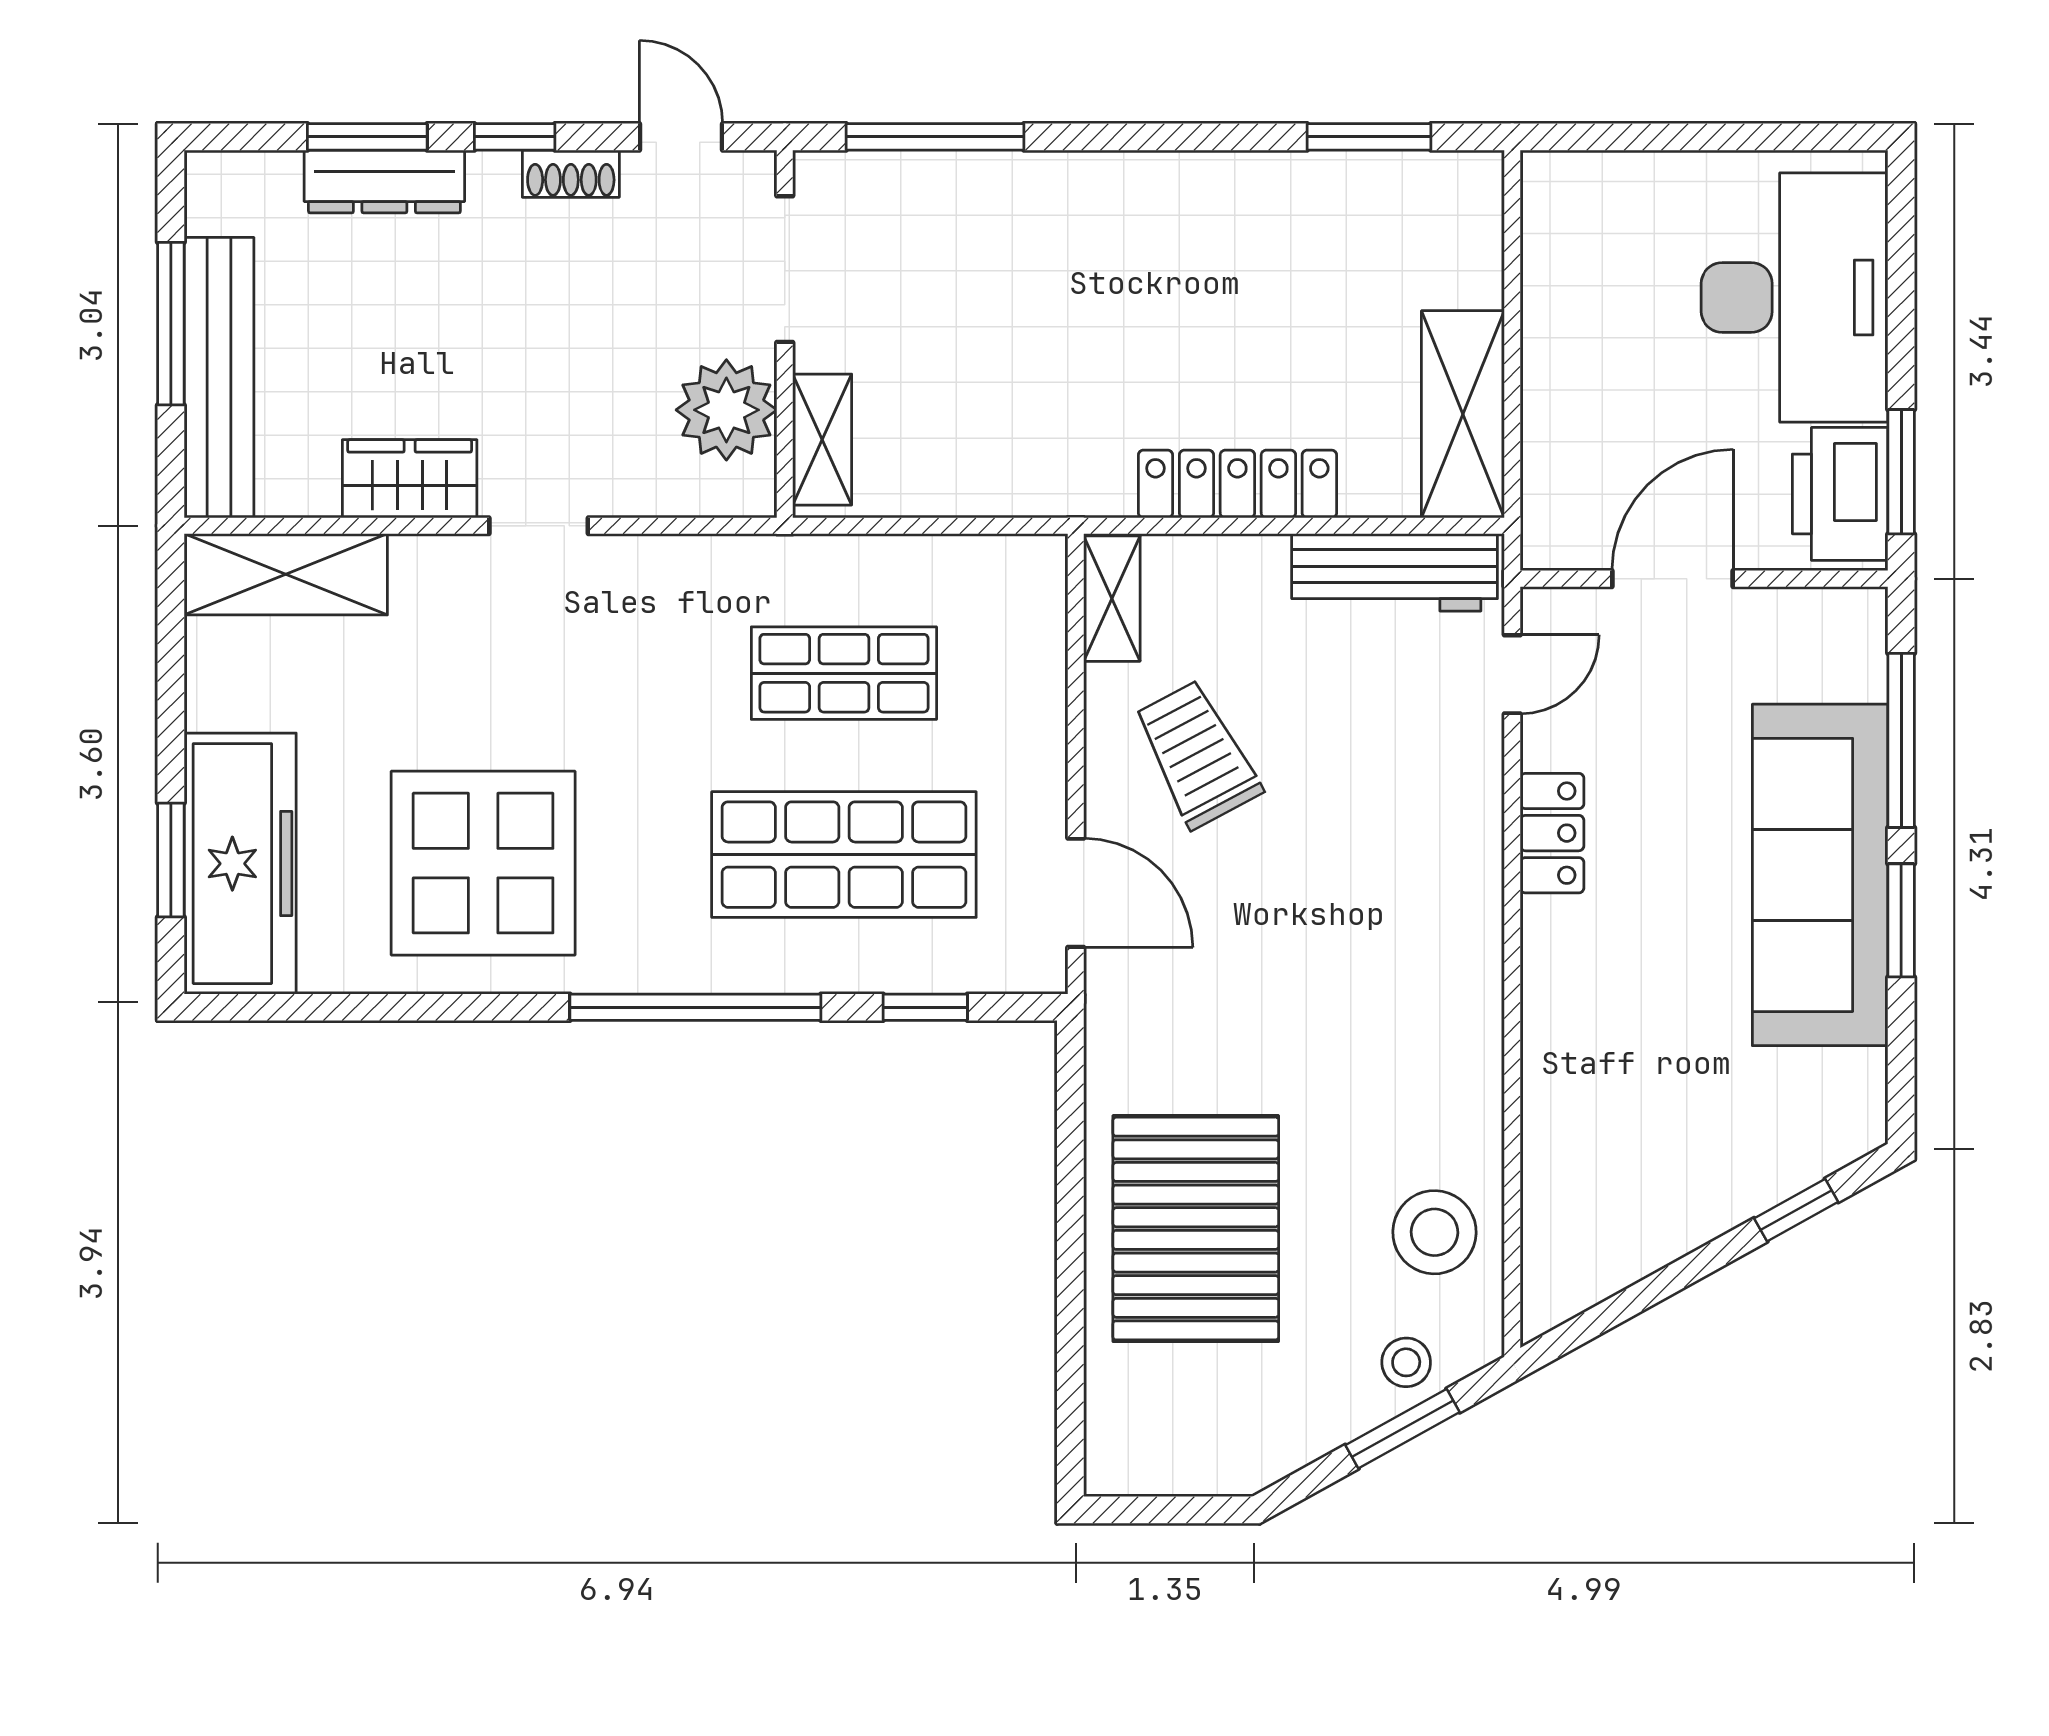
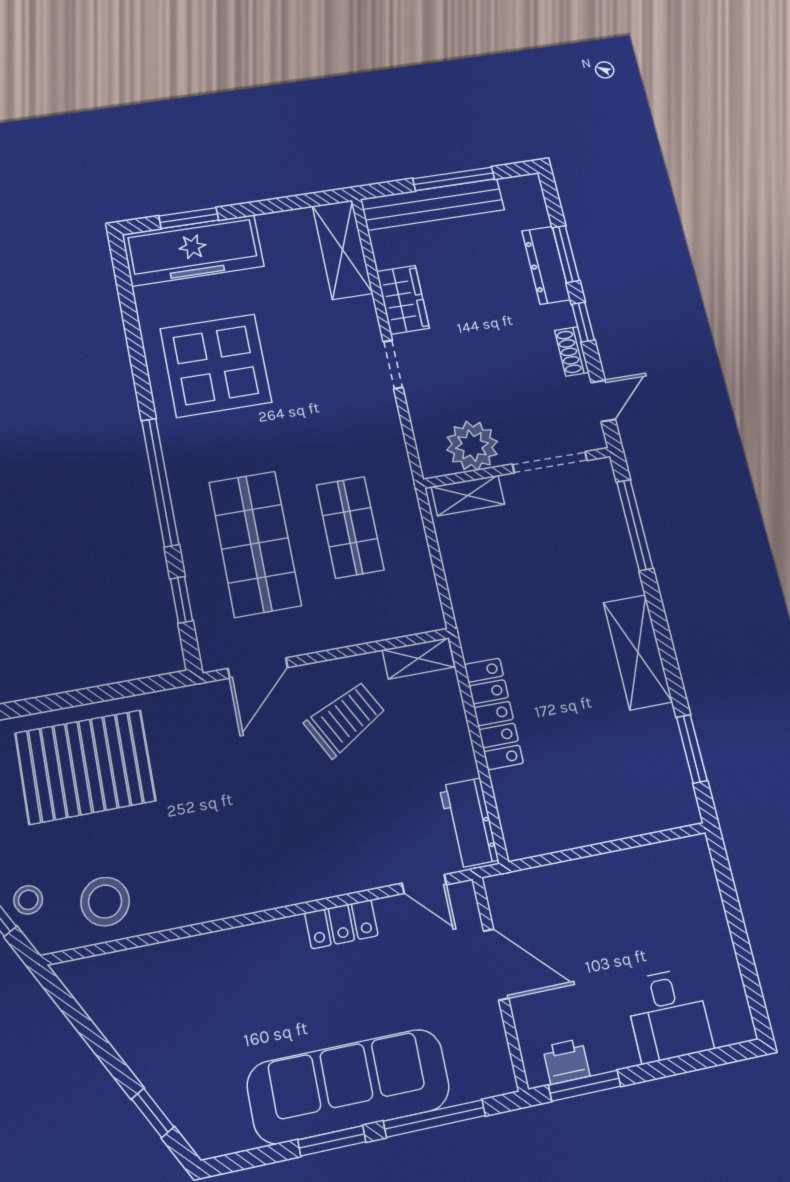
desk: (1795, 297) -> (668, 1015), width x0.53, depth x0.77
shelving: (1463, 414) -> (638, 652), moved, turned 90
printer: (1840, 494) -> (566, 1061), width x0.53, depth x0.68
workbench: (1395, 572) -> (469, 823), width x0.73

